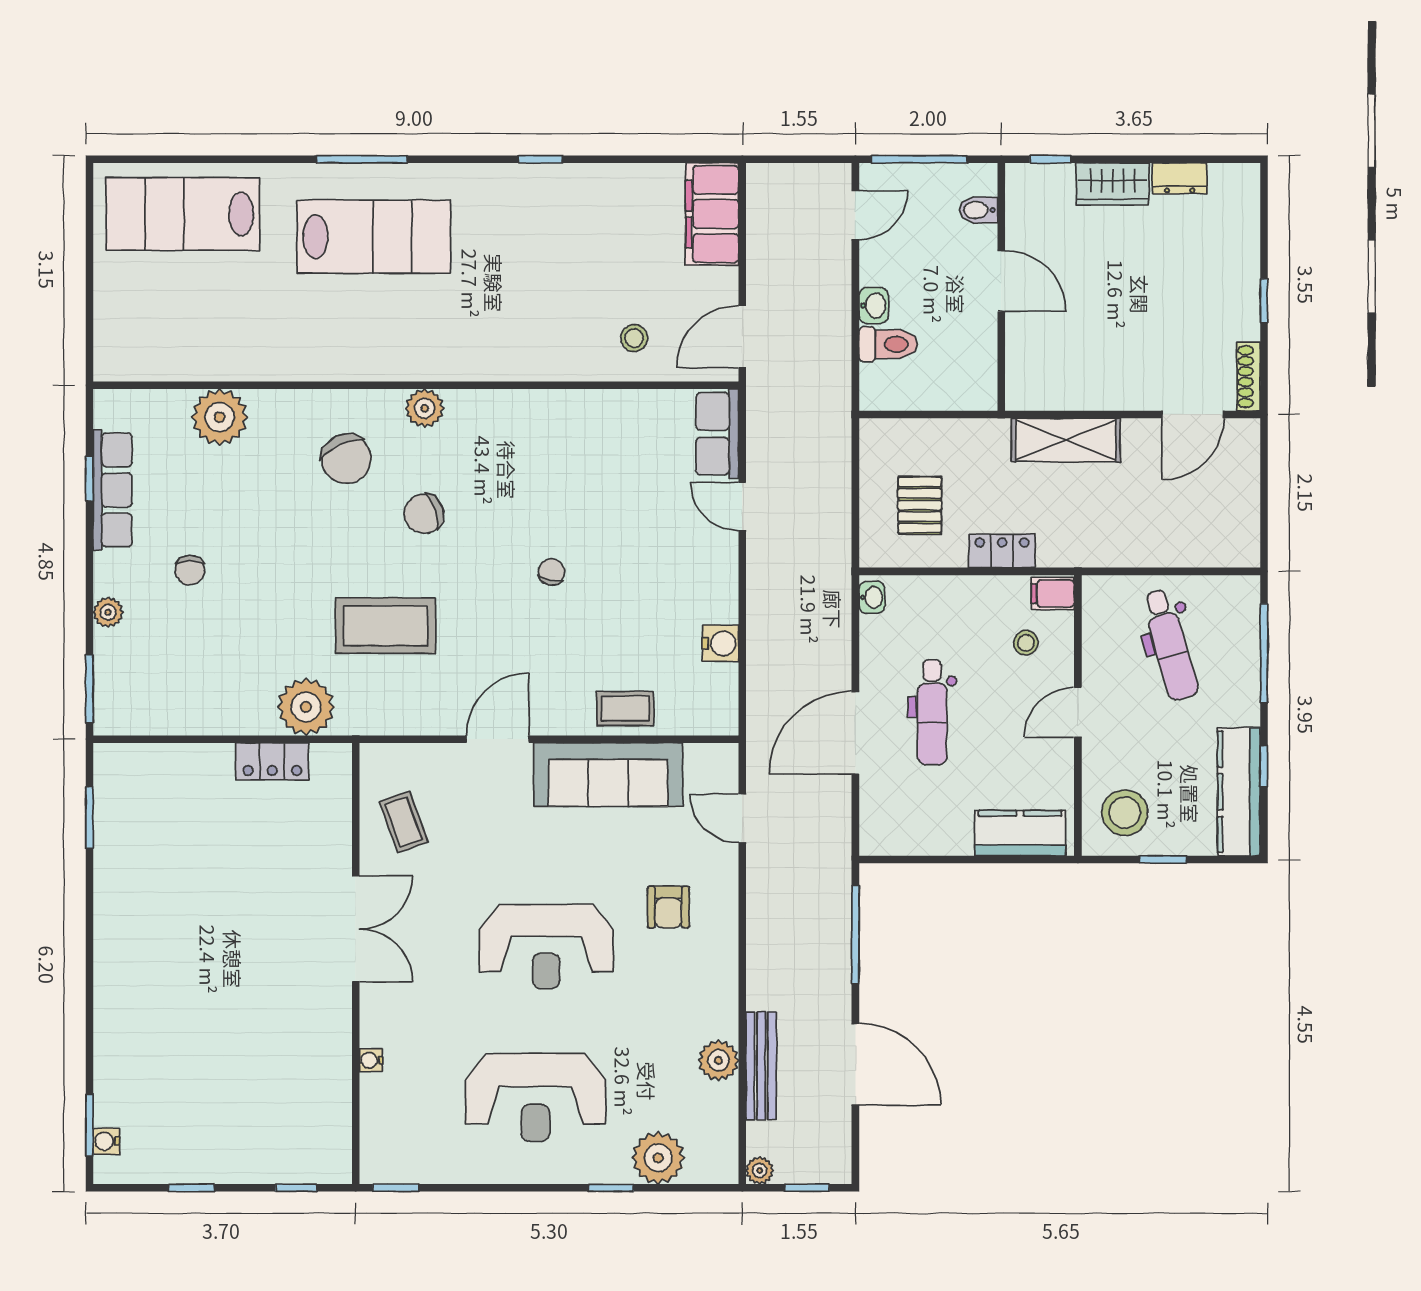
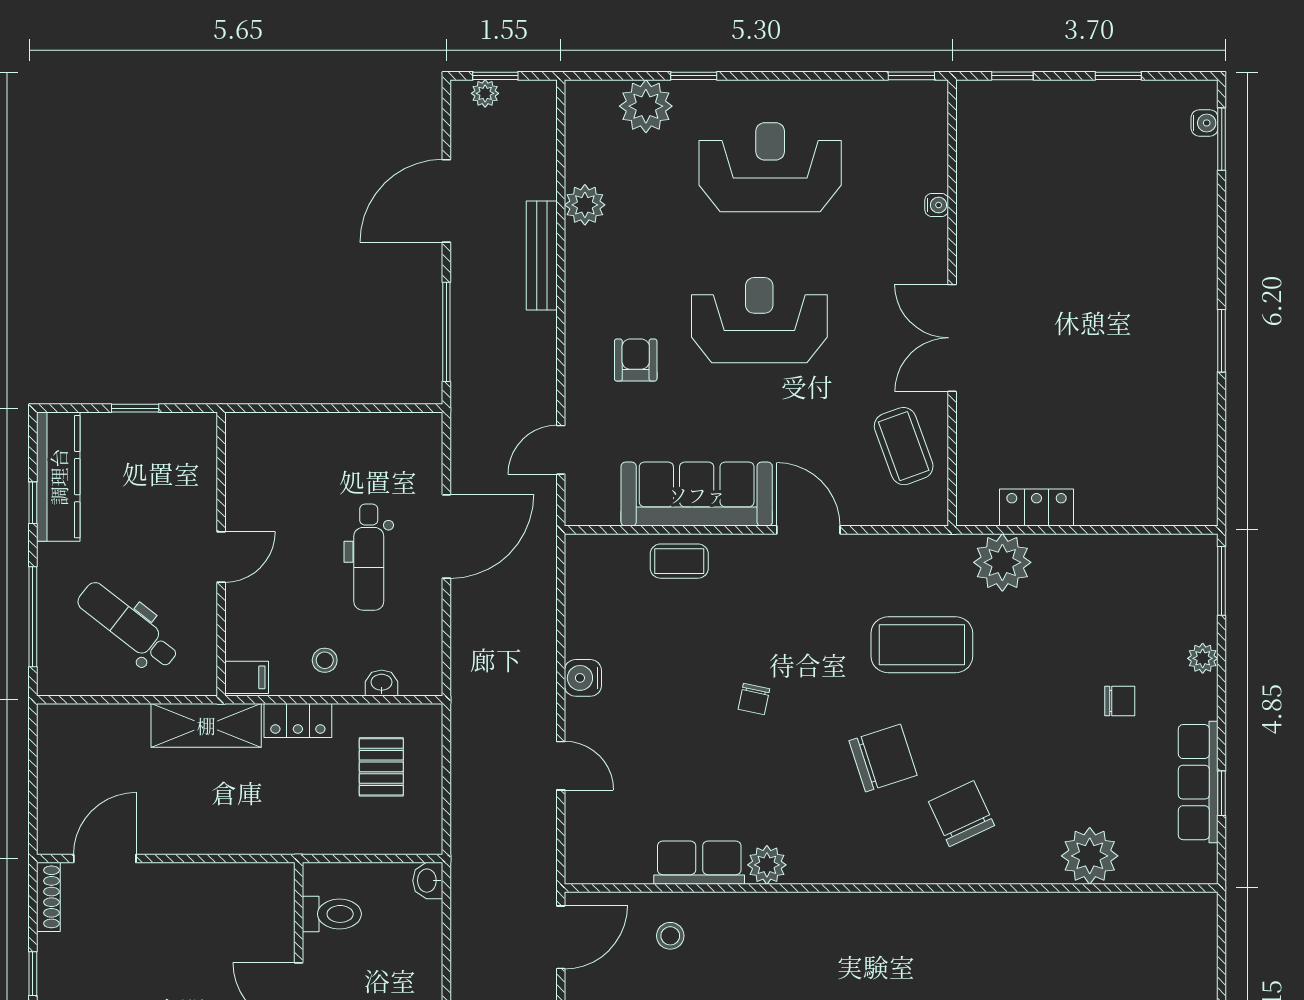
washbasin: (874, 306) -> (428, 881), moved
toilet: (888, 344) -> (332, 914), moved, turned 180
plant: (425, 408) -> (767, 865), moved
row of seats: (717, 434) -> (699, 863), moved, turned -90
shelving: (1066, 440) -> (206, 725), moved
chair: (424, 514) -> (883, 758), width x1.37, depth x1.37
chair: (190, 570) -> (1120, 701), turned 90
washbasin: (872, 597) -> (382, 683), moved, turned 90
water cooler: (720, 643) -> (583, 678), moved
stool: (1026, 643) -> (325, 660), moved
dental chair: (1170, 645) -> (128, 625), turned -36
dental chair: (932, 712) -> (369, 557), turned 180
door: (498, 739) -> (808, 530), swing flipped
stool: (1125, 813) -> (174, 456), removed
window: (89, 817) -> (1222, 341), moved
door: (742, 818) -> (561, 450), swing flipped
coffee table: (404, 822) -> (904, 446), width x1.36, depth x1.30
kitchen counter: (1020, 833) -> (280, 435), removed
door: (855, 1064) -> (446, 201), hinge flipped
bench: (761, 1066) -> (542, 256), moved
plant: (760, 1170) -> (485, 93), moved

